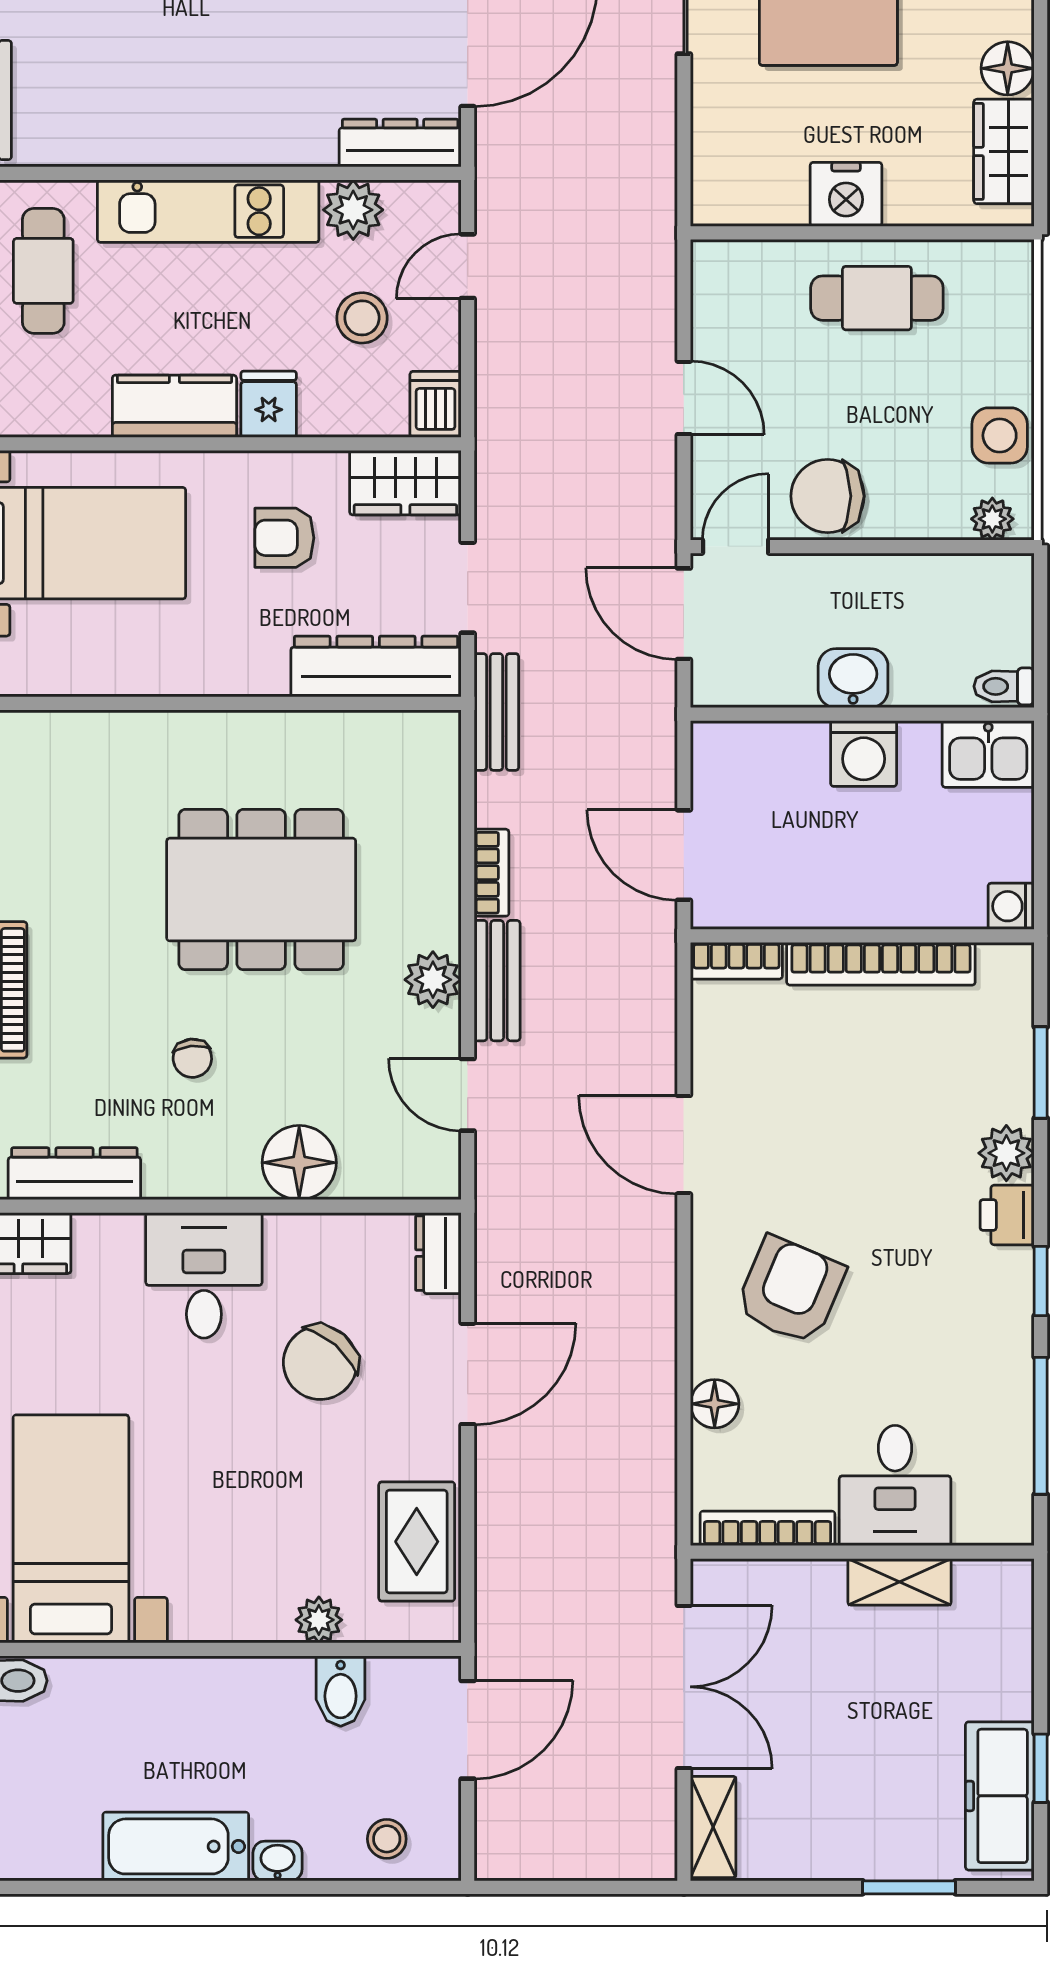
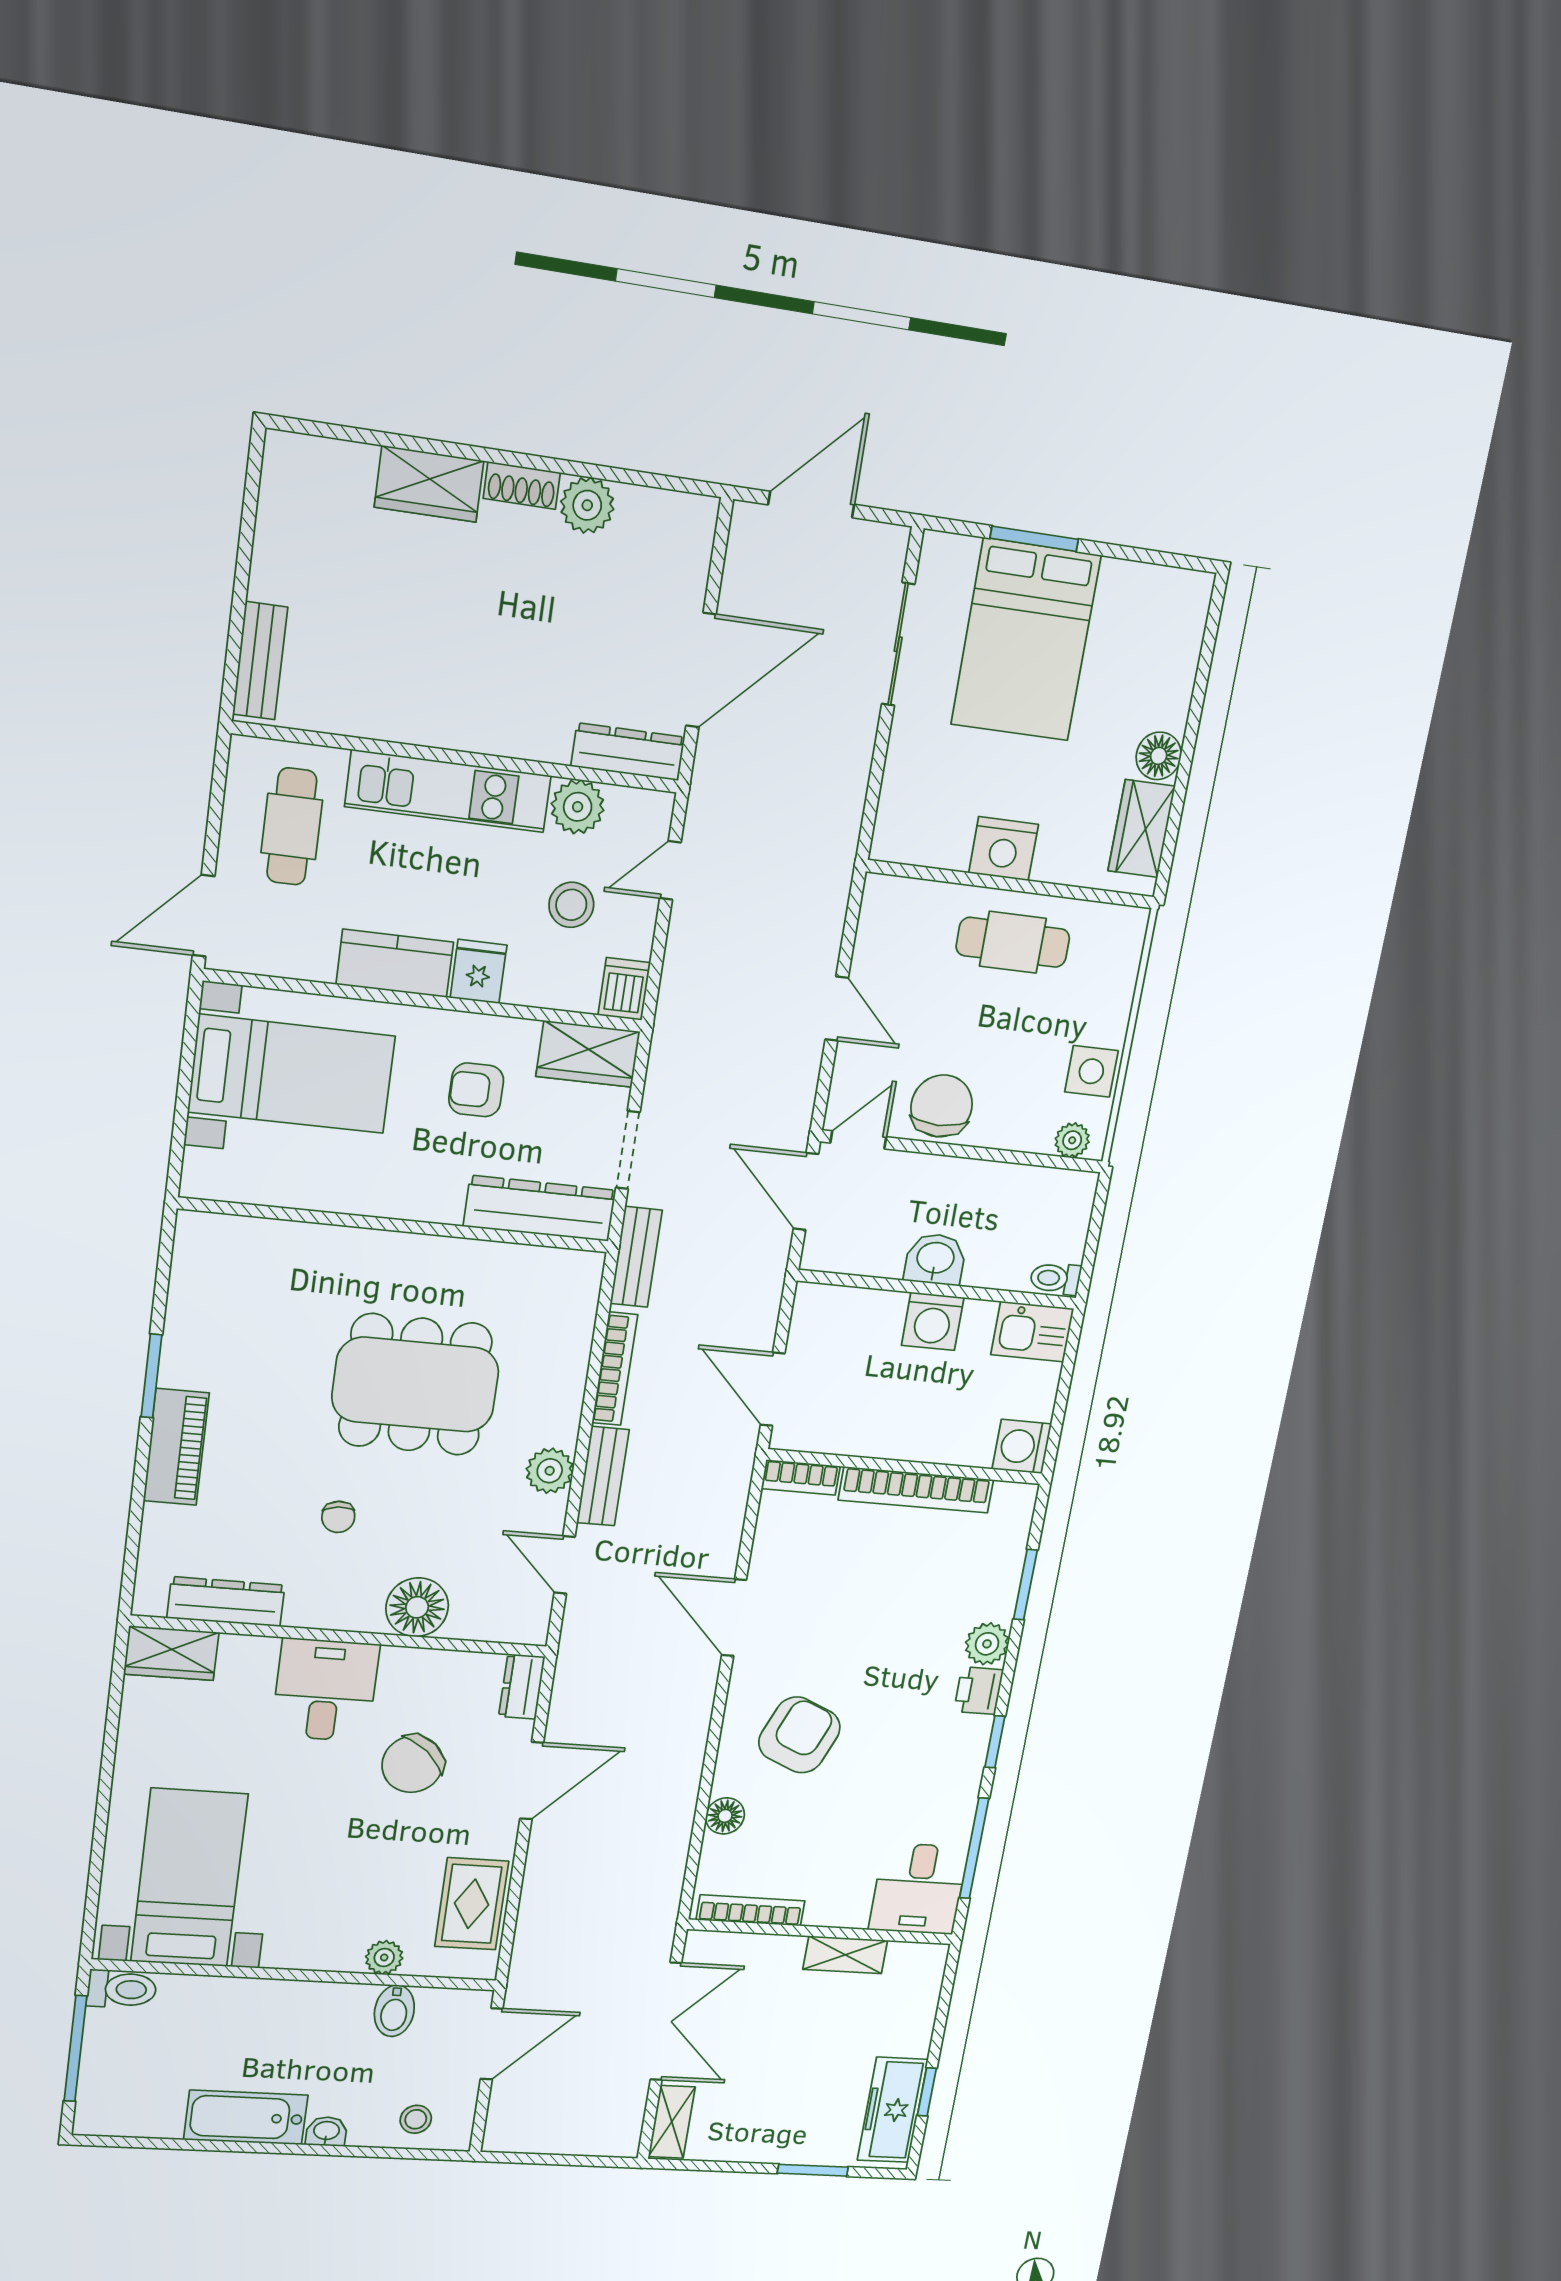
chair: (828, 496) -> (942, 1106), turned 90
bookcase: (491, 873) -> (615, 1369), width x1.56
washing machine: (1011, 906) -> (1022, 1447), width x1.38, depth x1.38
desk: (895, 1485) -> (918, 1889), moved

